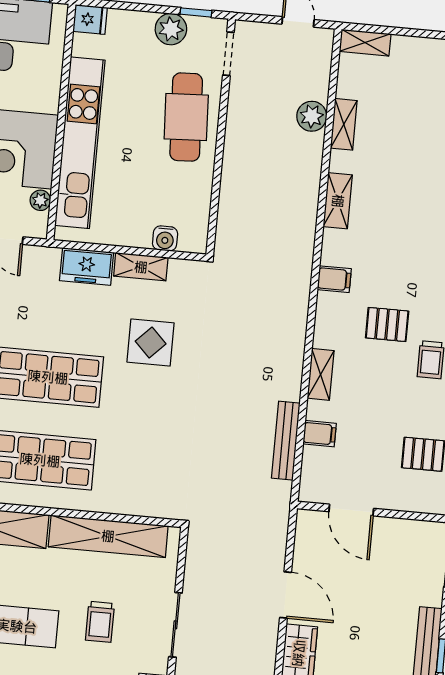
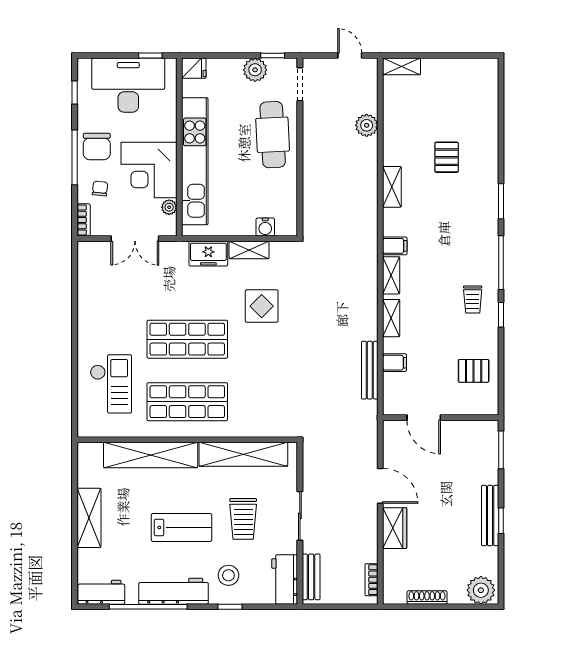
shelving: (344, 124) -> (391, 275), moved
pallet: (387, 324) -> (447, 157), moved, turned 90
trolley: (100, 622) -> (243, 519), width x1.36, depth x1.39

